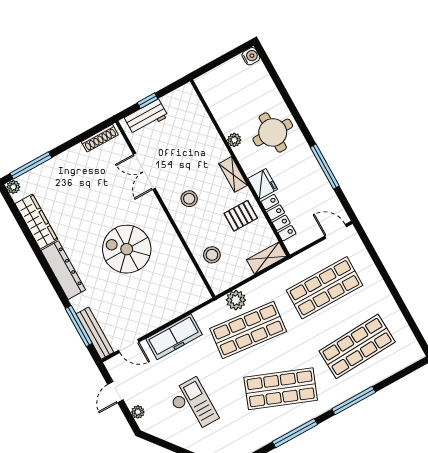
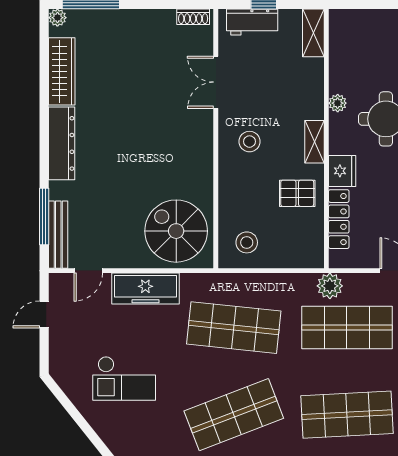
shoe rack: (100, 138) -> (193, 17), width x0.70
spiral stairs: (127, 249) -> (176, 231), moved
stool: (212, 255) -> (247, 242), moved
shelving: (267, 258) -> (313, 33), moved, turned 90
plant: (236, 300) -> (330, 286), moved
door: (129, 346) -> (88, 271), hinge flipped
shop shelf: (281, 389) -> (234, 415), turned -42
checkout: (193, 405) -> (124, 378), turned 90
plant: (138, 412) -> (57, 351), removed

